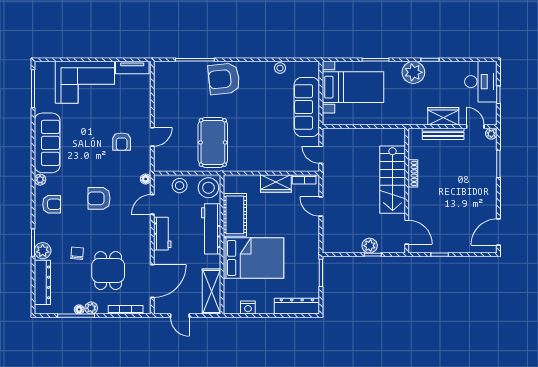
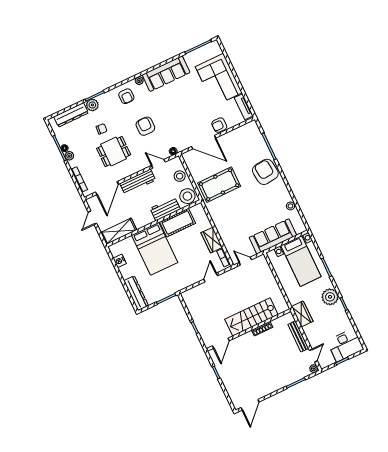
wardrobe: (443, 116) -> (302, 314), moved
door: (152, 137) -> (204, 142), width x1.87
armchair: (122, 142) -> (219, 125), moved
door: (321, 155) -> (245, 261), hinge flipped
workbench: (211, 229) -> (165, 209), width x0.73
door: (498, 232) -> (250, 405), swing flipped
workbench: (162, 234) -> (138, 182), width x1.38
plant: (370, 246) -> (200, 323), removed
dining table: (108, 271) -> (114, 152), moved
door: (152, 281) -> (107, 188), hinge flipped

